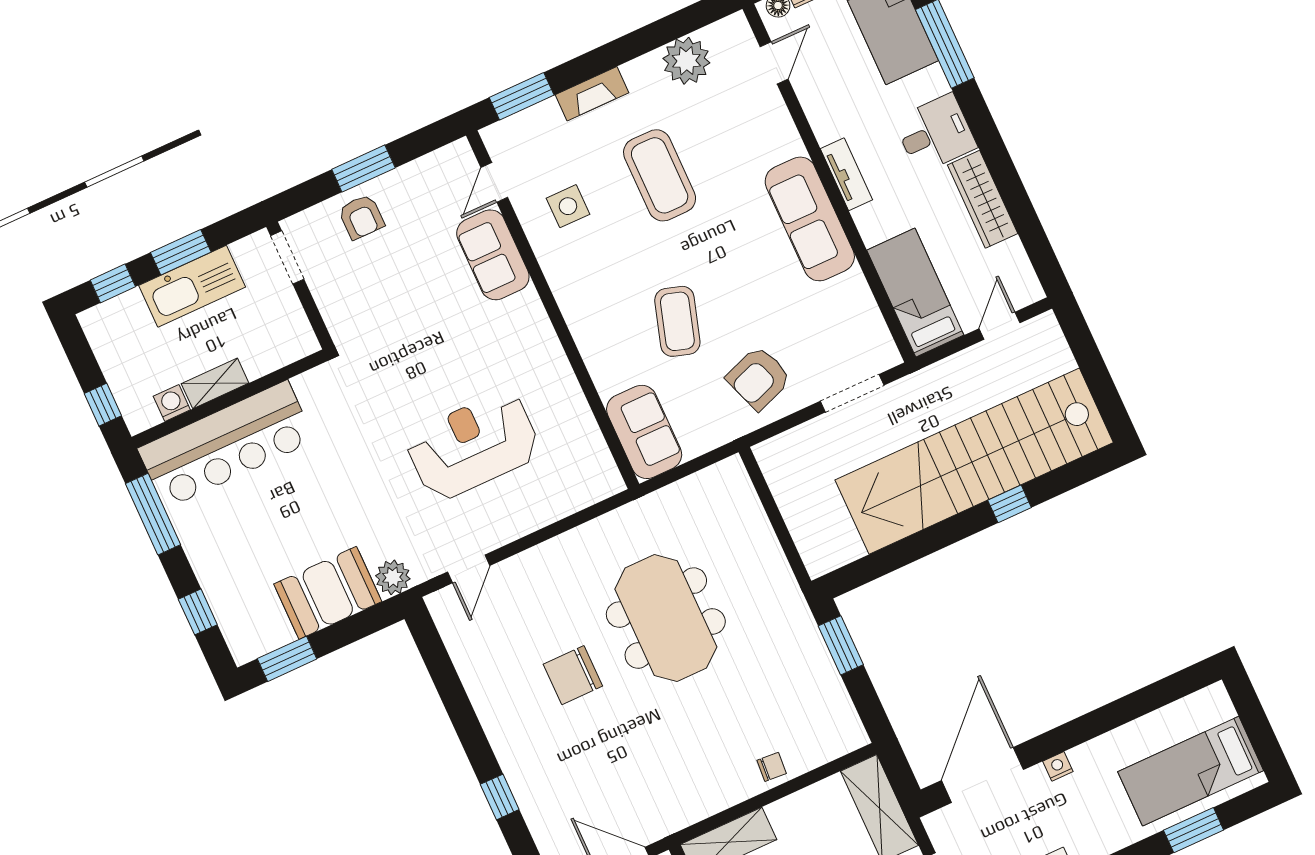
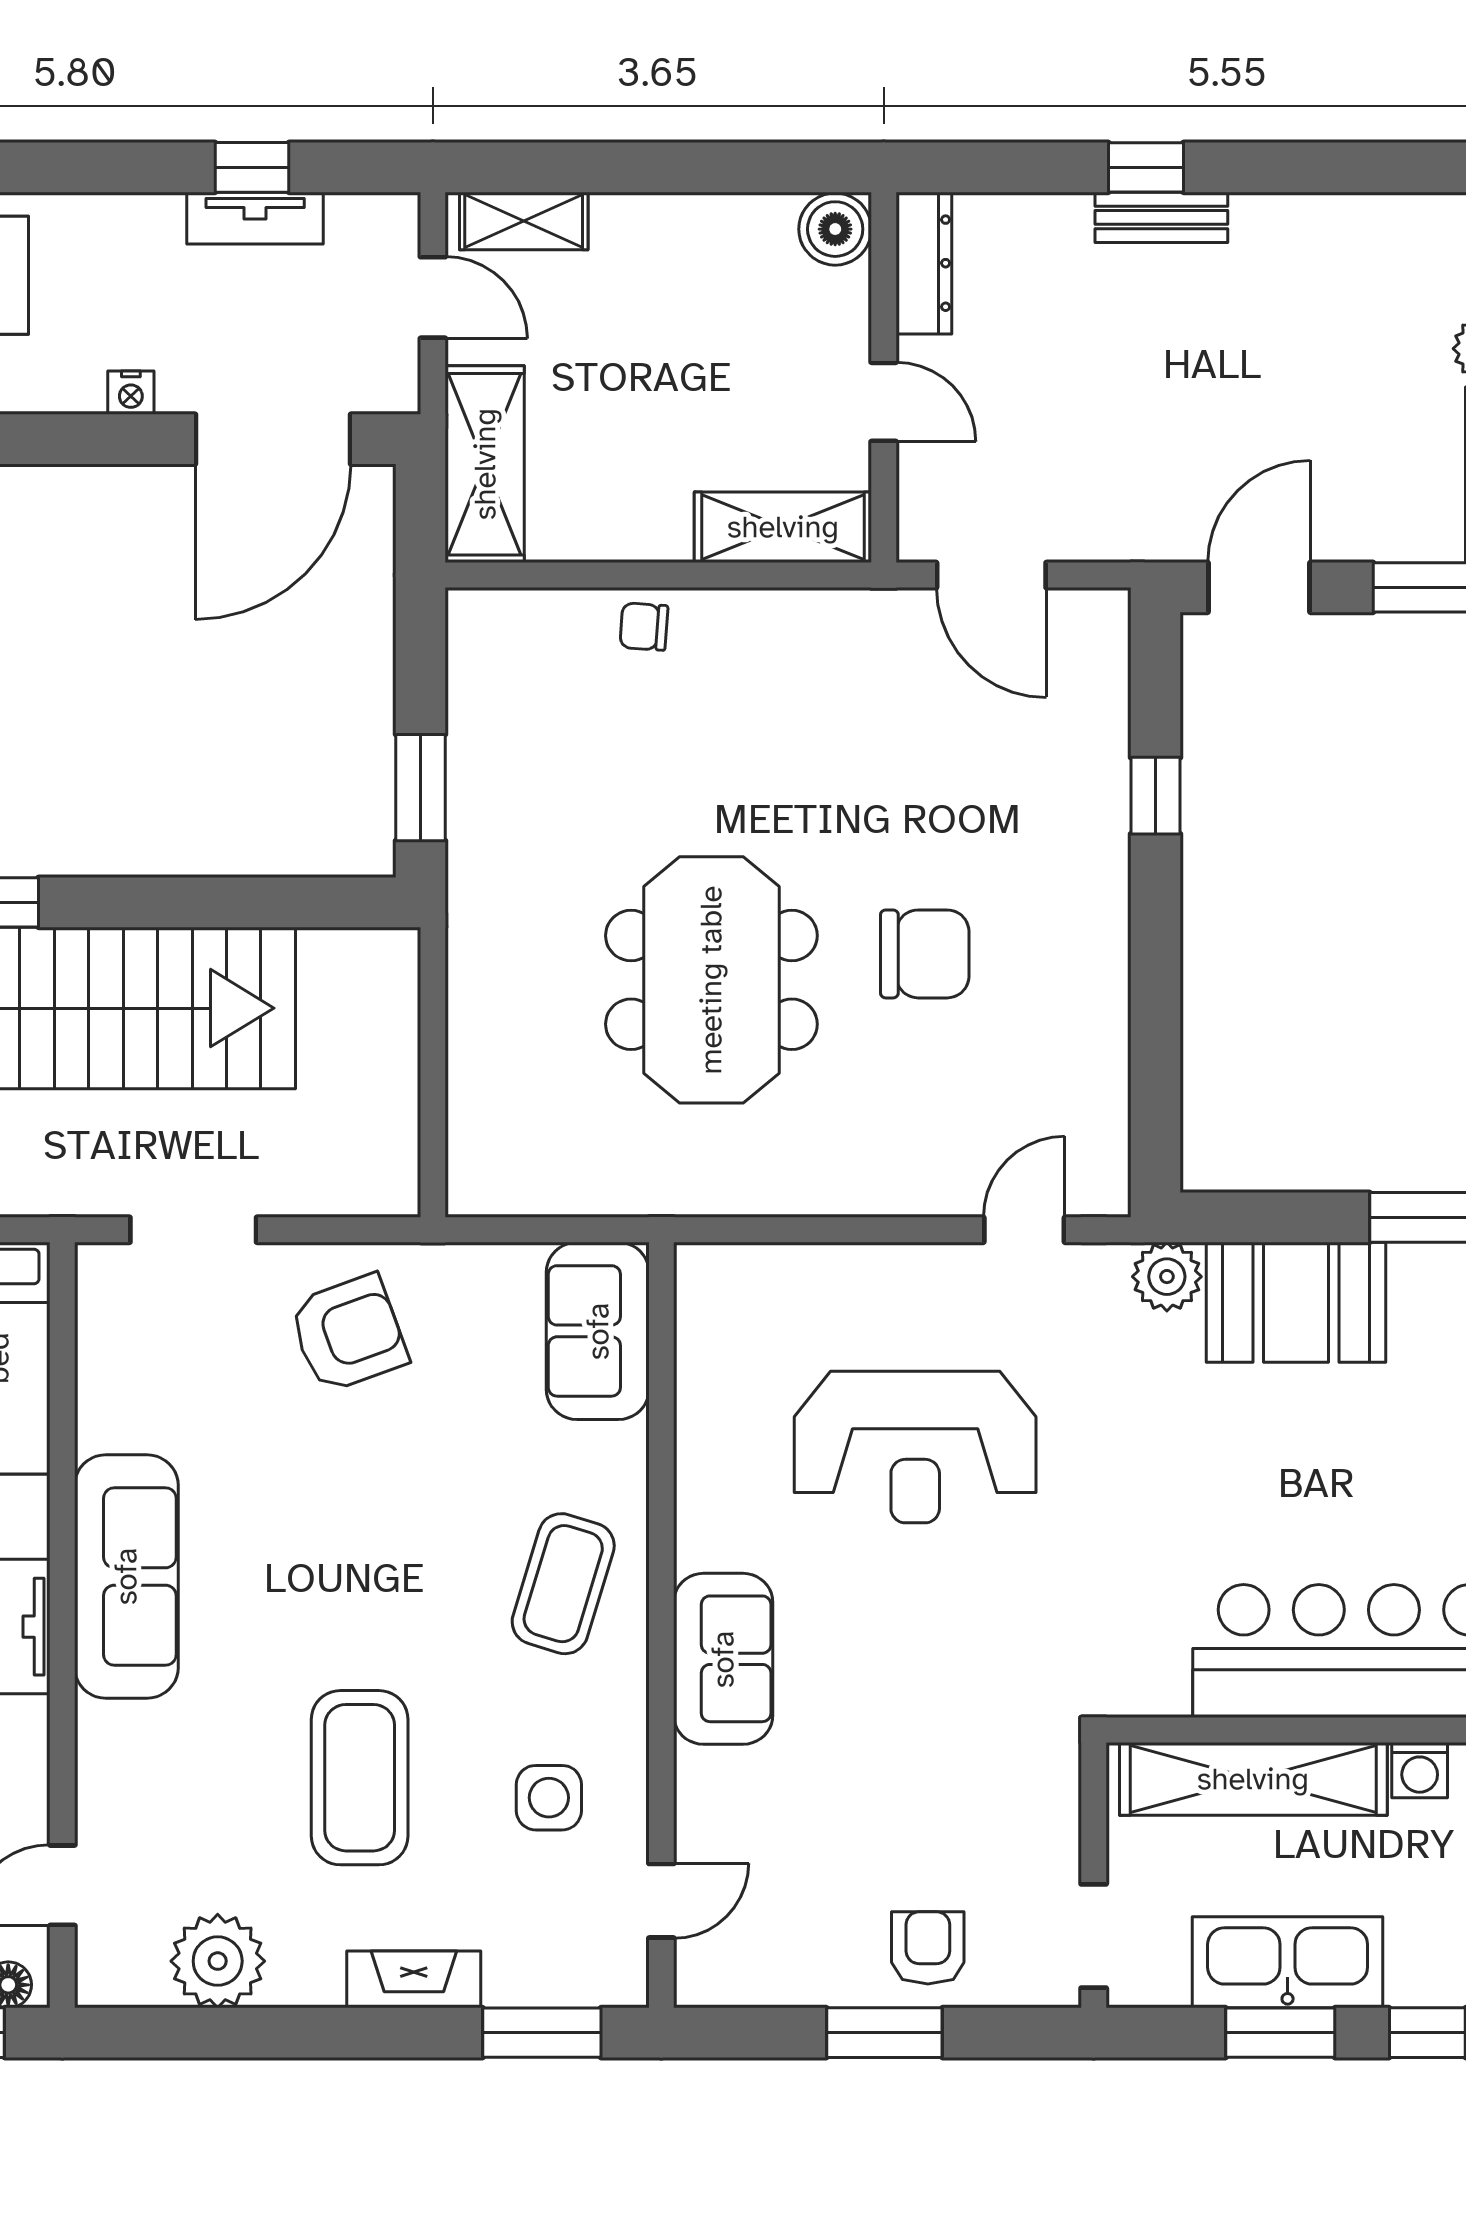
sofa: (493, 255) -> (723, 1659), moved
coffee table: (677, 321) -> (563, 1584), moved
shelving: (215, 383) -> (1253, 1779), width x2.20, depth x1.33

